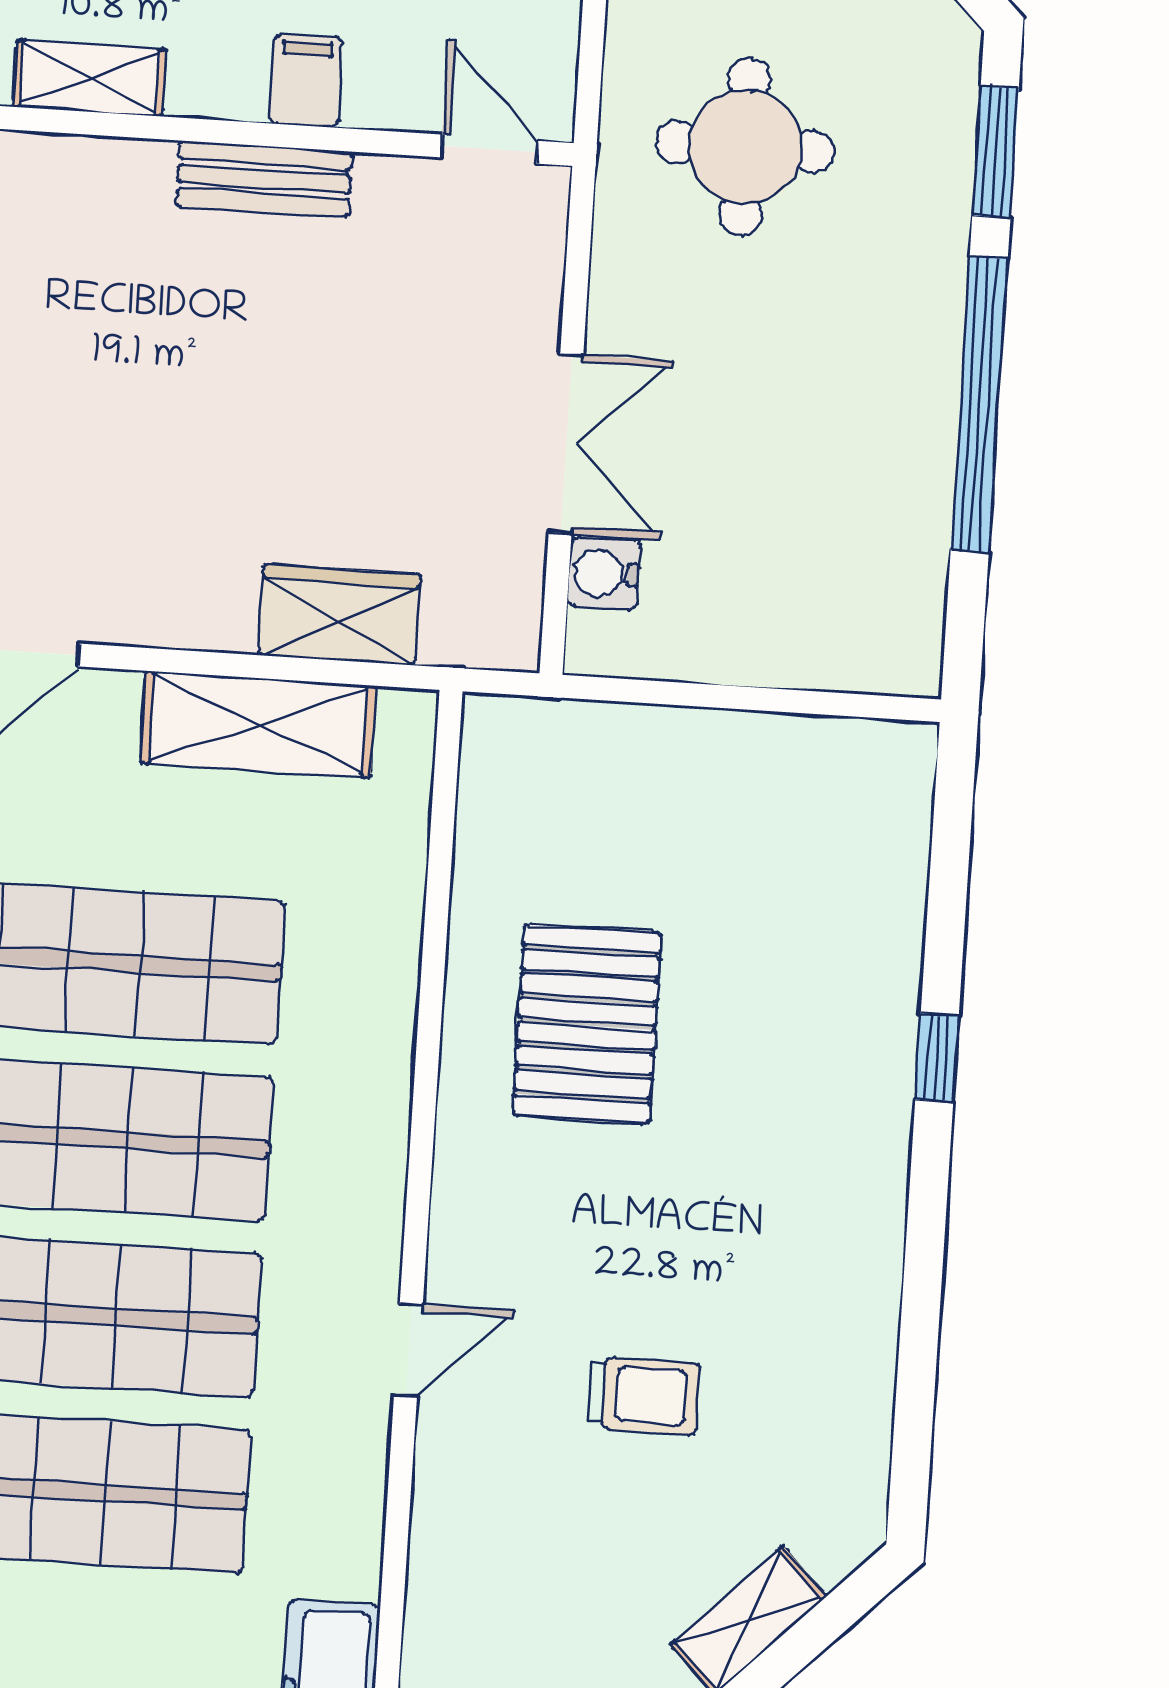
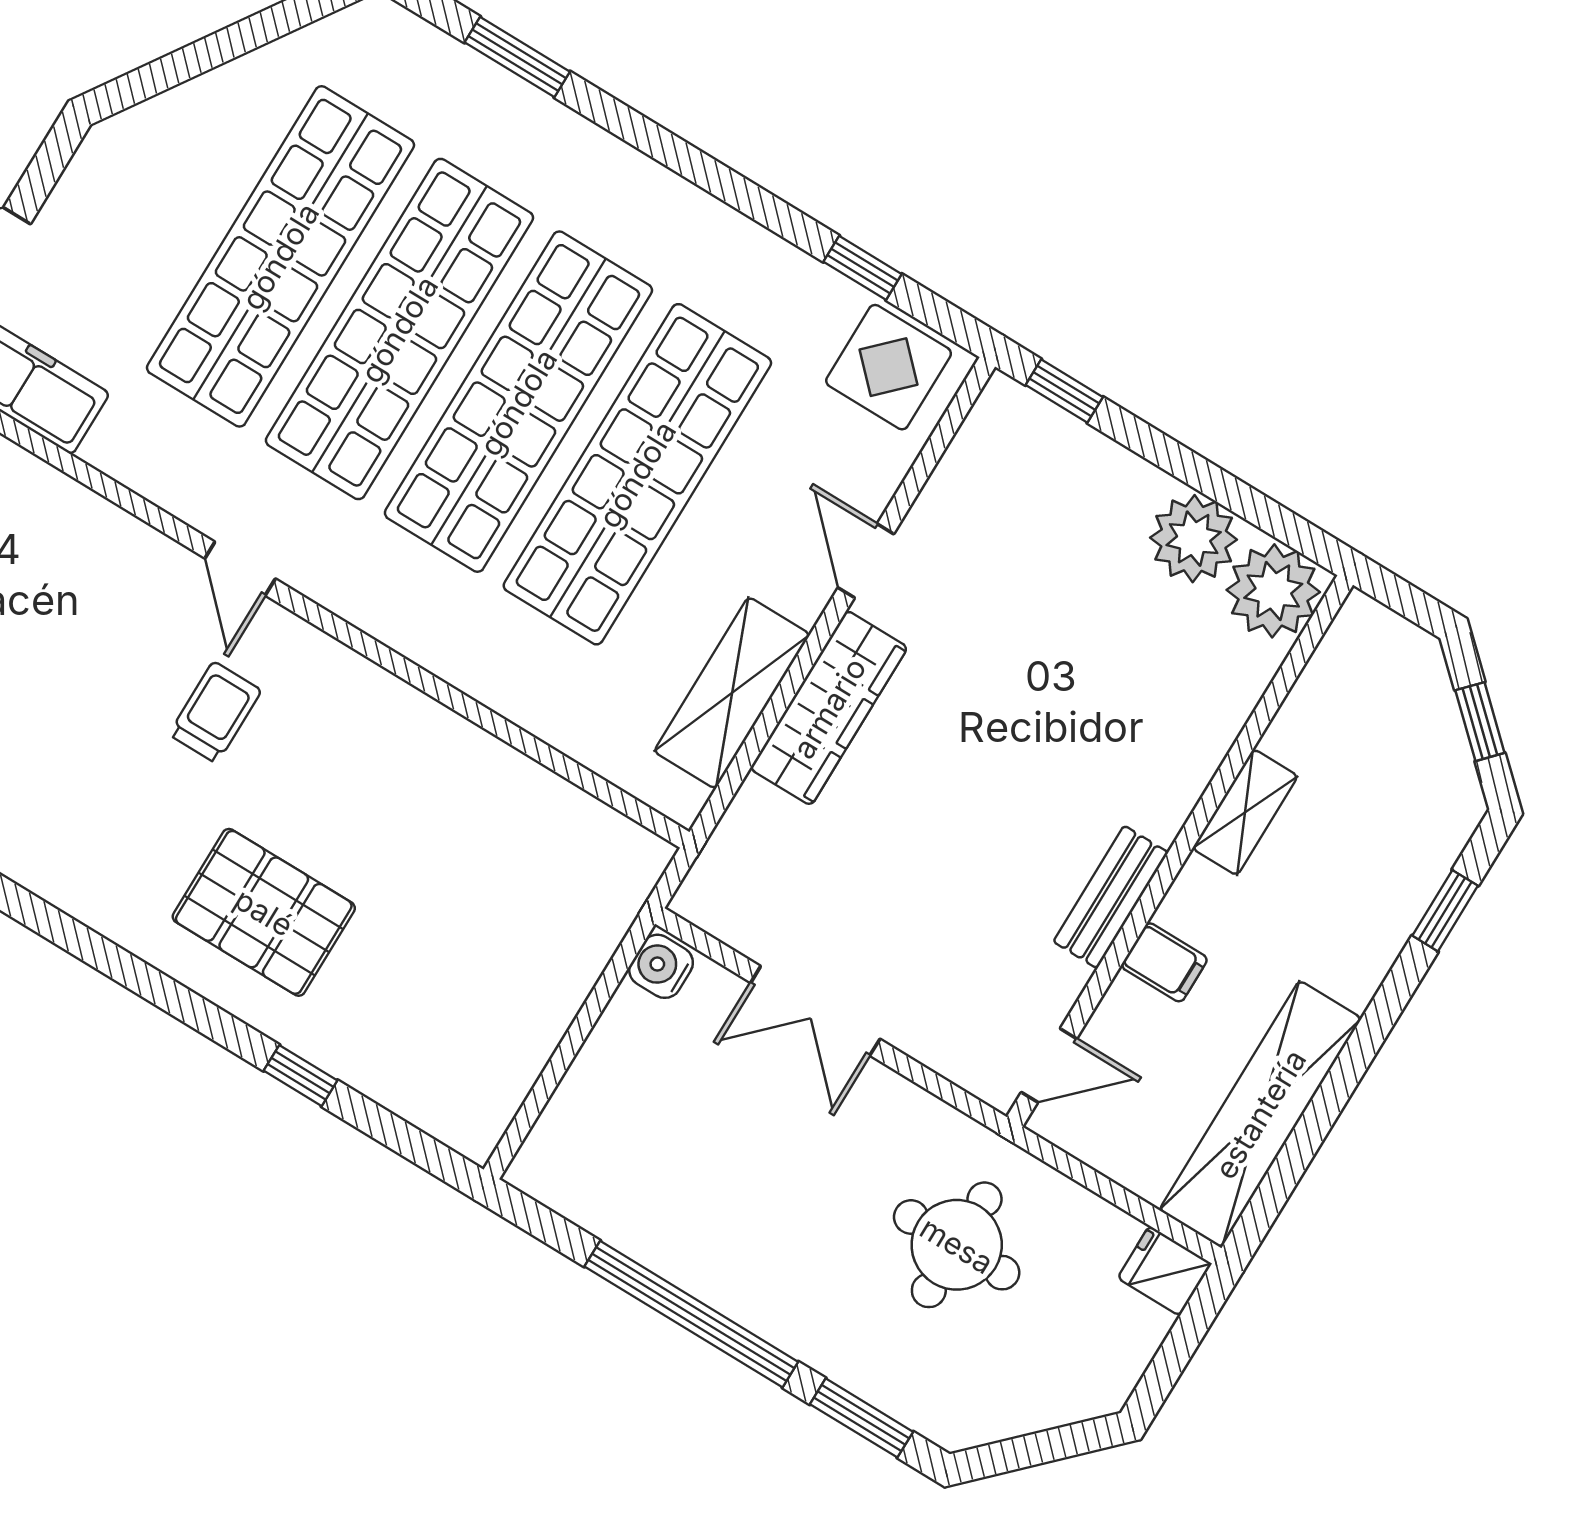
water cooler: (604, 573) -> (661, 966), moved, turned -90
wardrobe: (340, 615) -> (829, 708), moved, width x1.50
pallet: (587, 1024) -> (264, 912), moved
window: (937, 1058) -> (300, 1076), moved
trolley: (643, 1395) -> (215, 712), moved, turned 180

